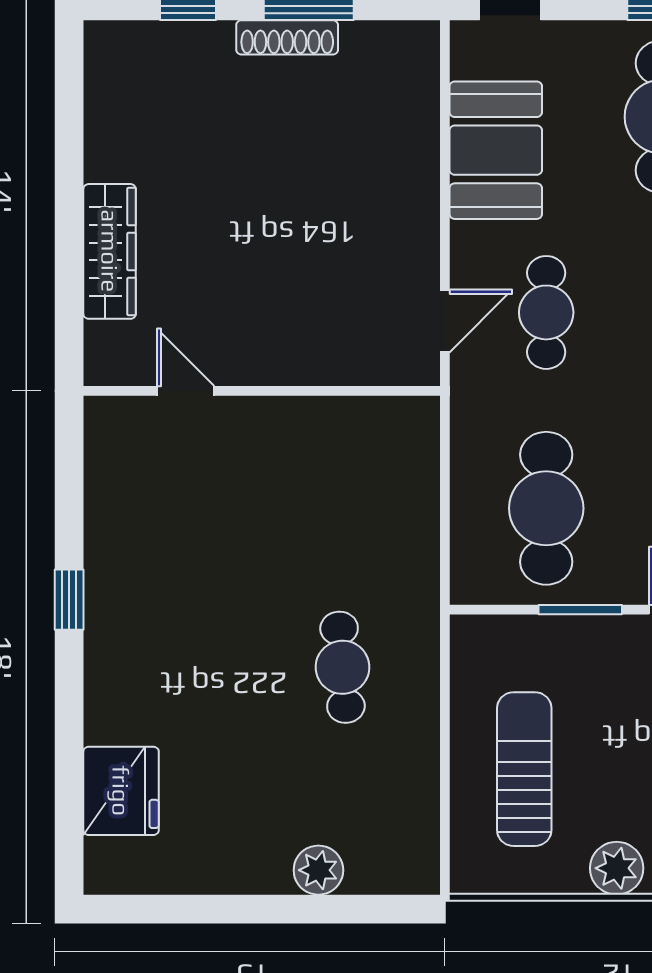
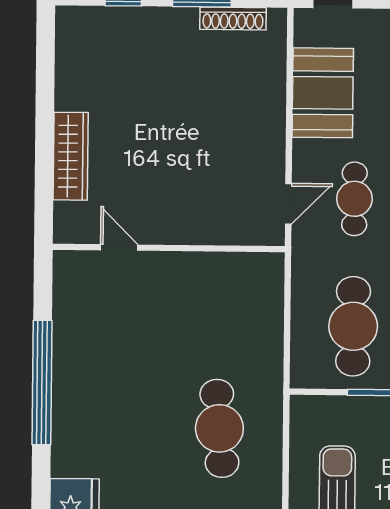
shoe rack: (287, 37) -> (233, 18), moved
window: (69, 600) -> (42, 383), width x3.17
cafe table: (342, 667) -> (219, 428), width x1.37, depth x1.35

